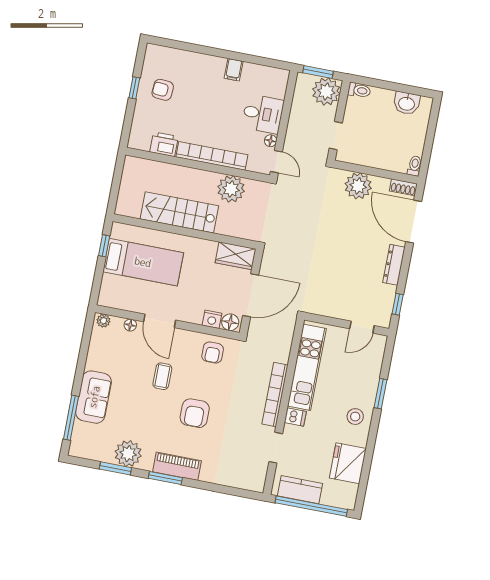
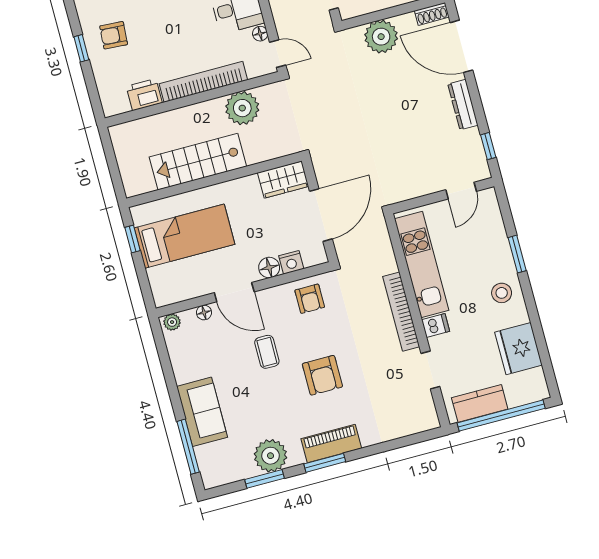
floor lamp: (230, 322) -> (269, 268), moved

